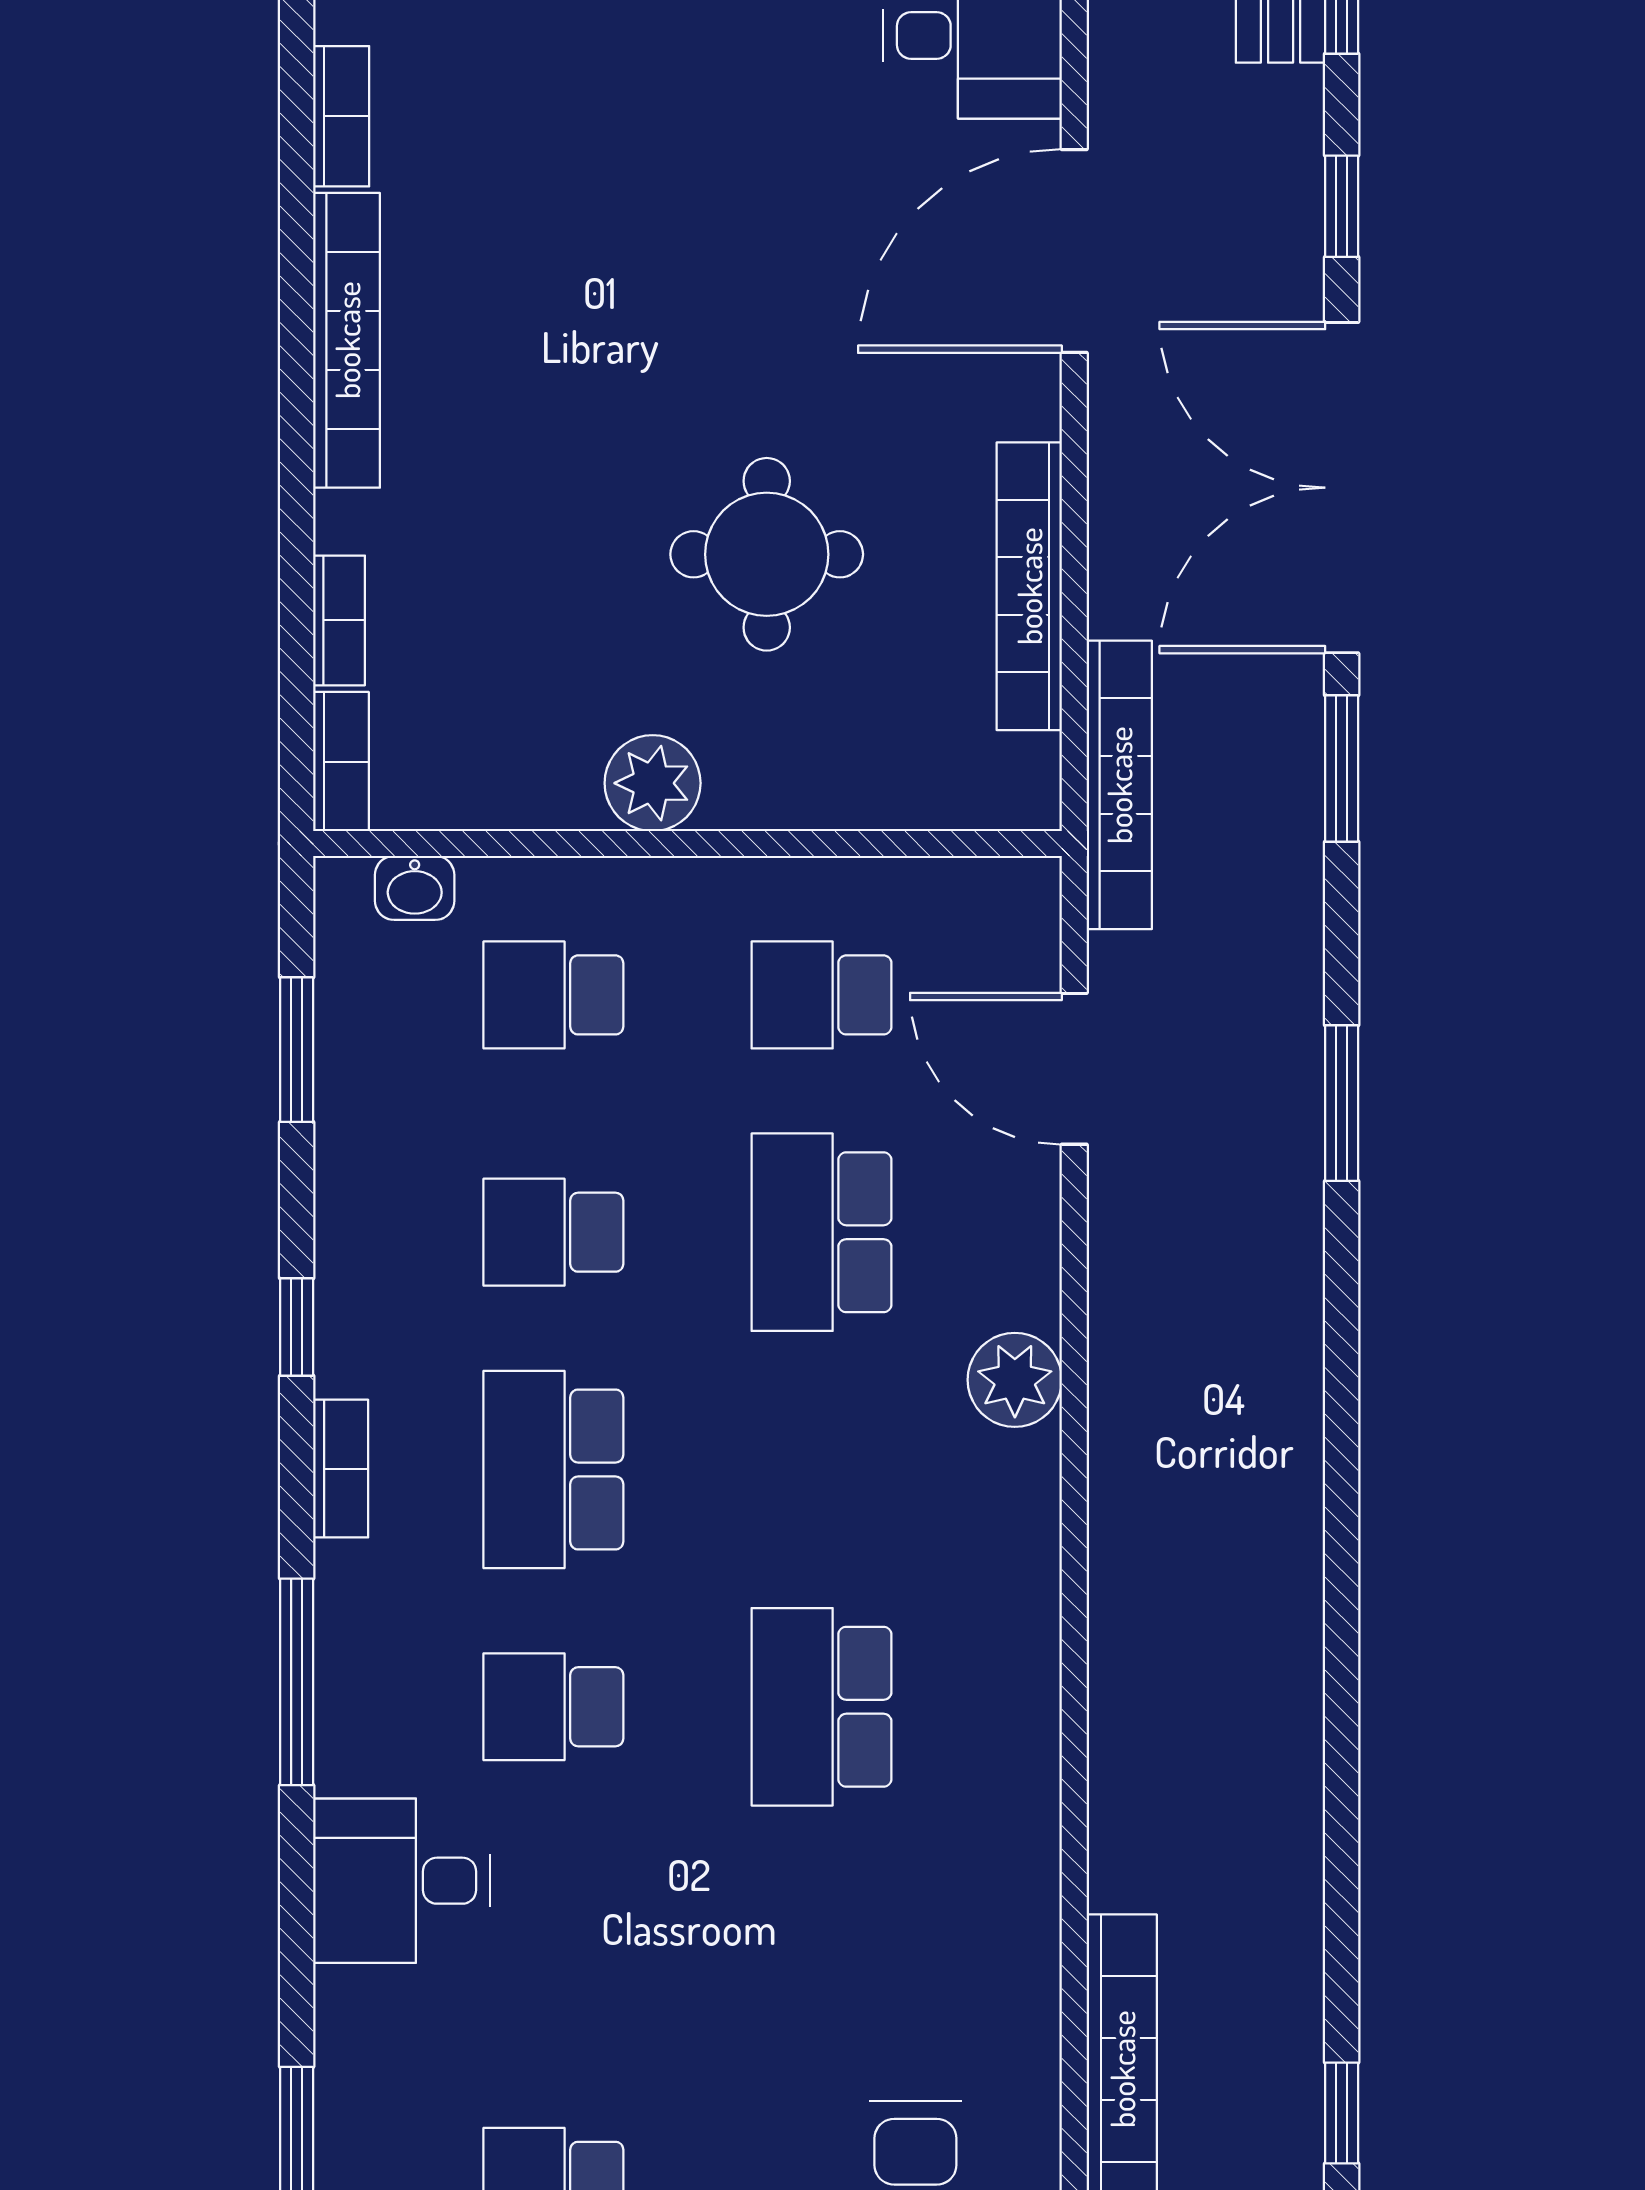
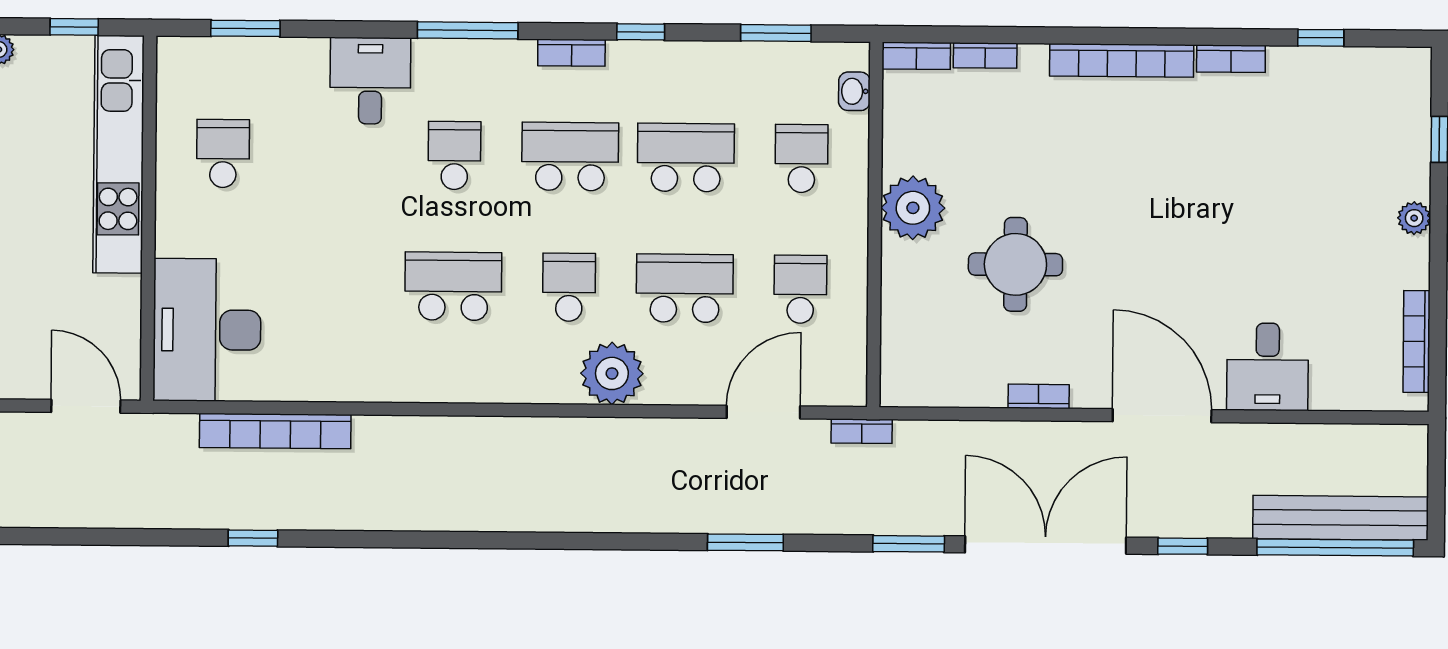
bookcase: (1029, 586) -> (1039, 396), width x0.43, depth x0.76
plant: (653, 783) -> (913, 208), width x1.36, depth x1.36
bookcase: (1119, 785) -> (862, 431), width x0.43, depth x0.76
school desk: (553, 1232) -> (686, 157), width x1.85
plant: (1015, 1380) -> (612, 373), width x1.36, depth x1.36
school desk: (822, 1469) -> (569, 287), added

